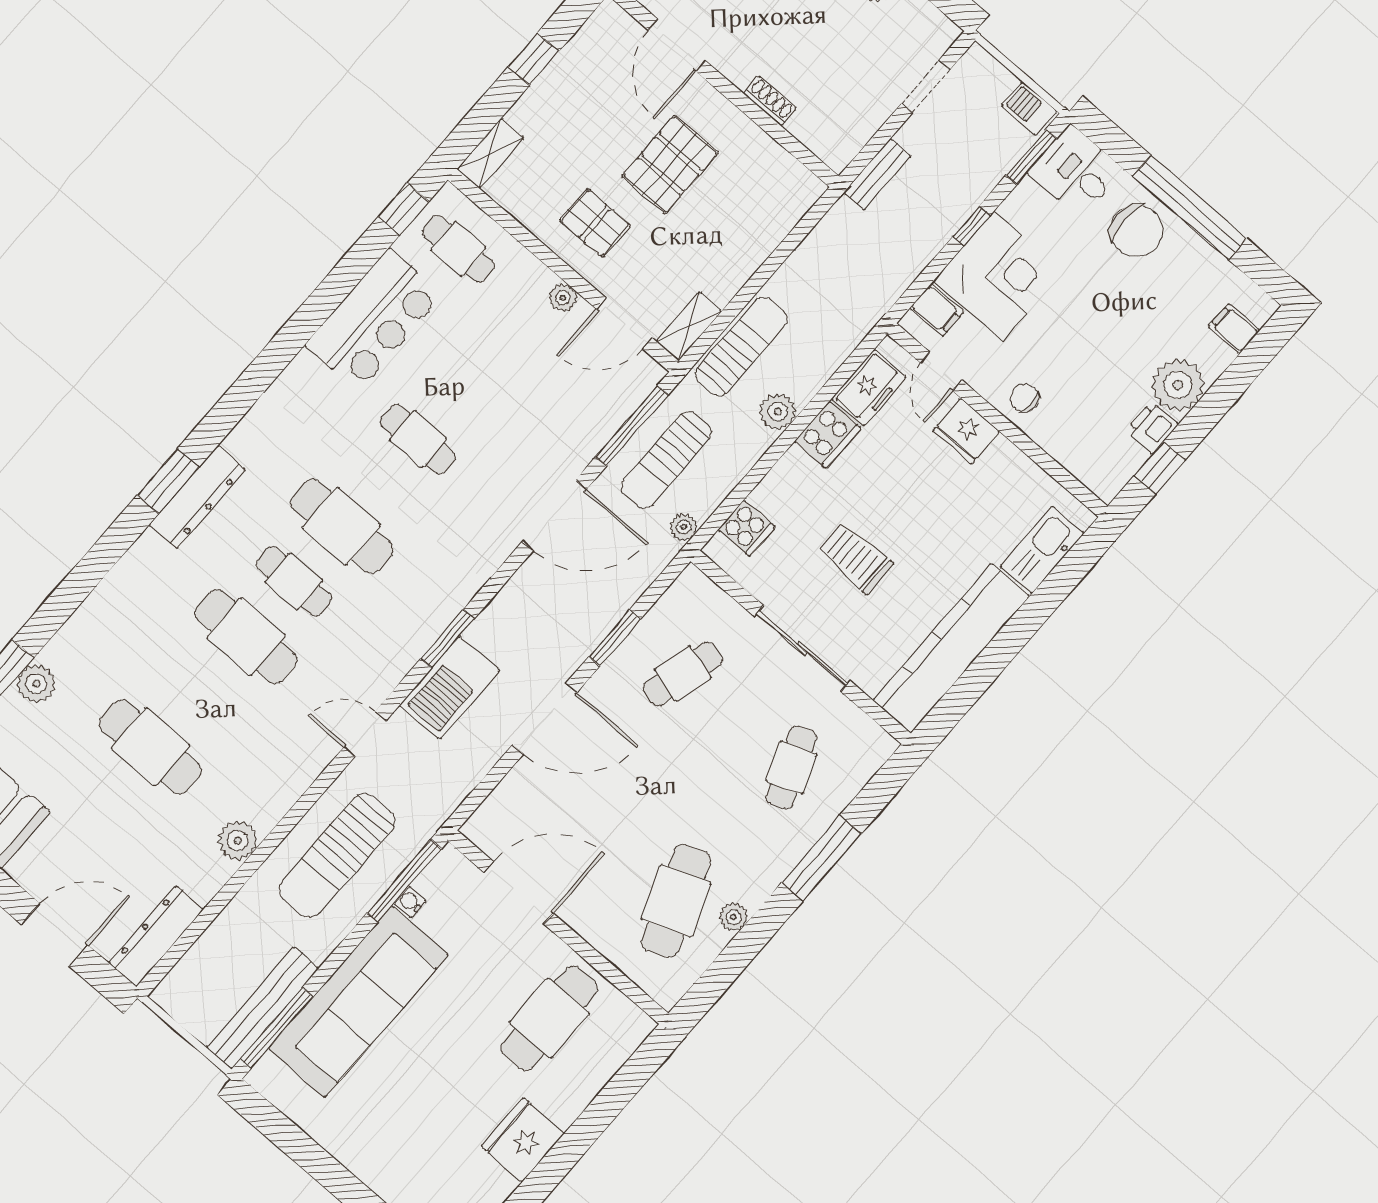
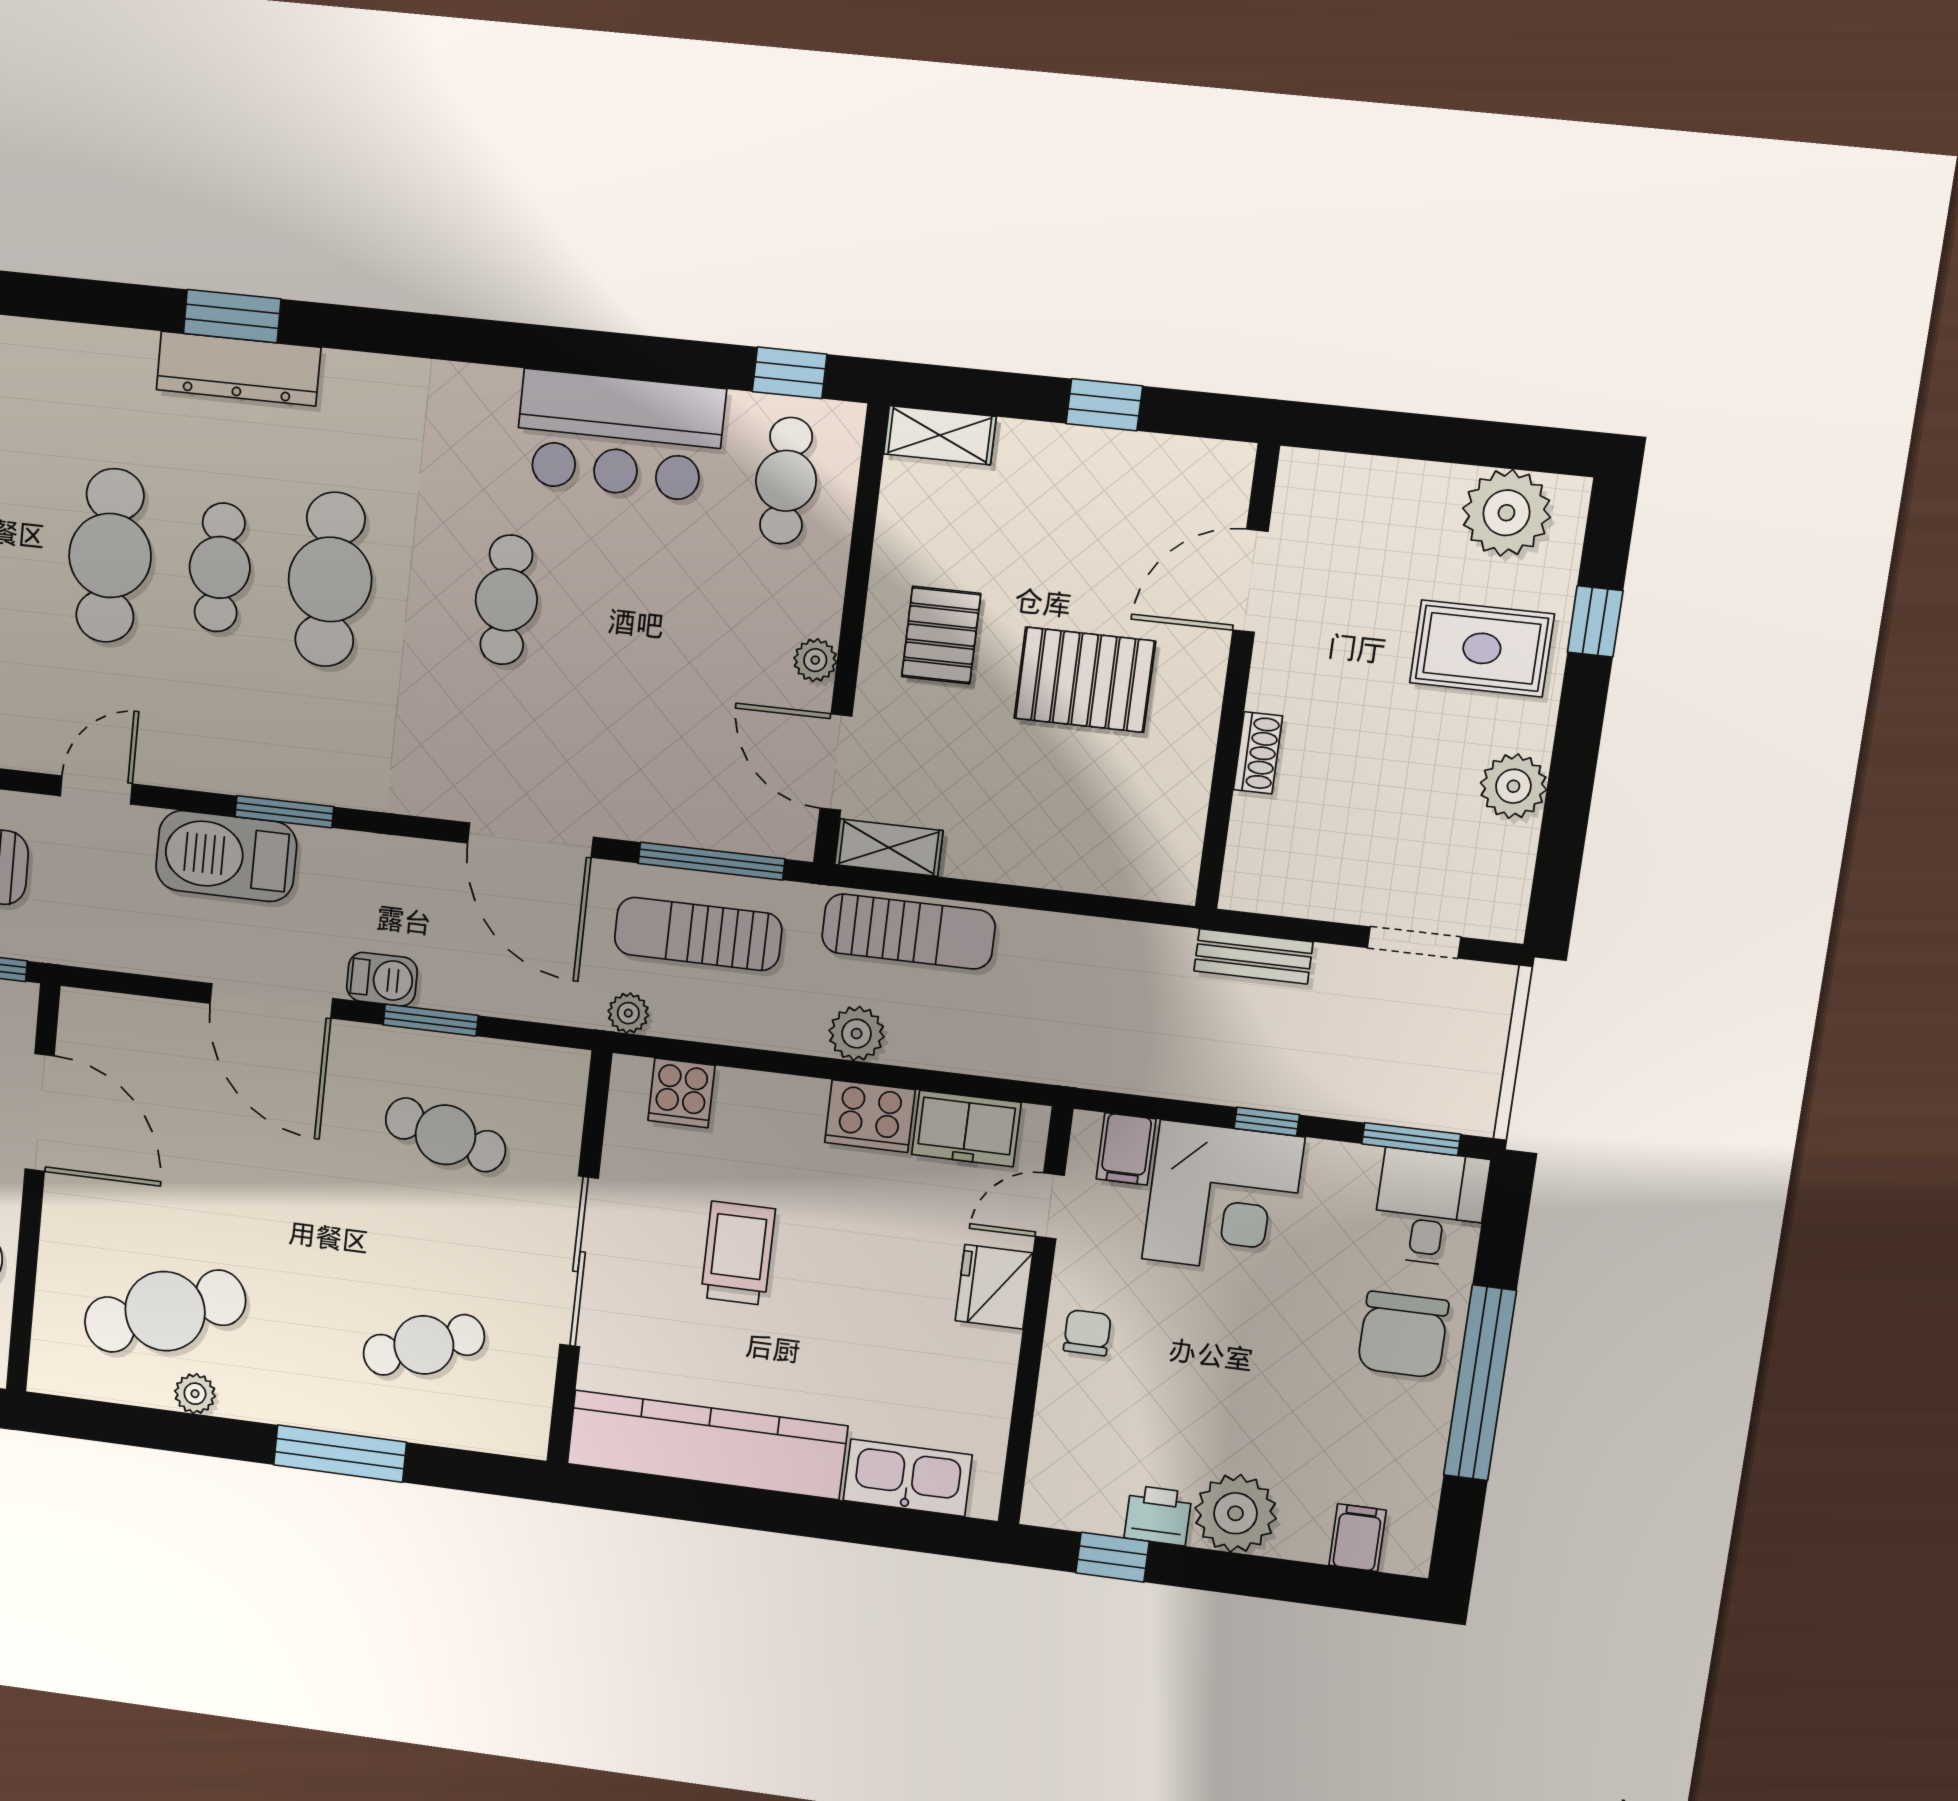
barbecue: (1029, 108) -> (382, 979), moved, turned 90
door: (365, 734) -> (96, 790), hinge flipped

